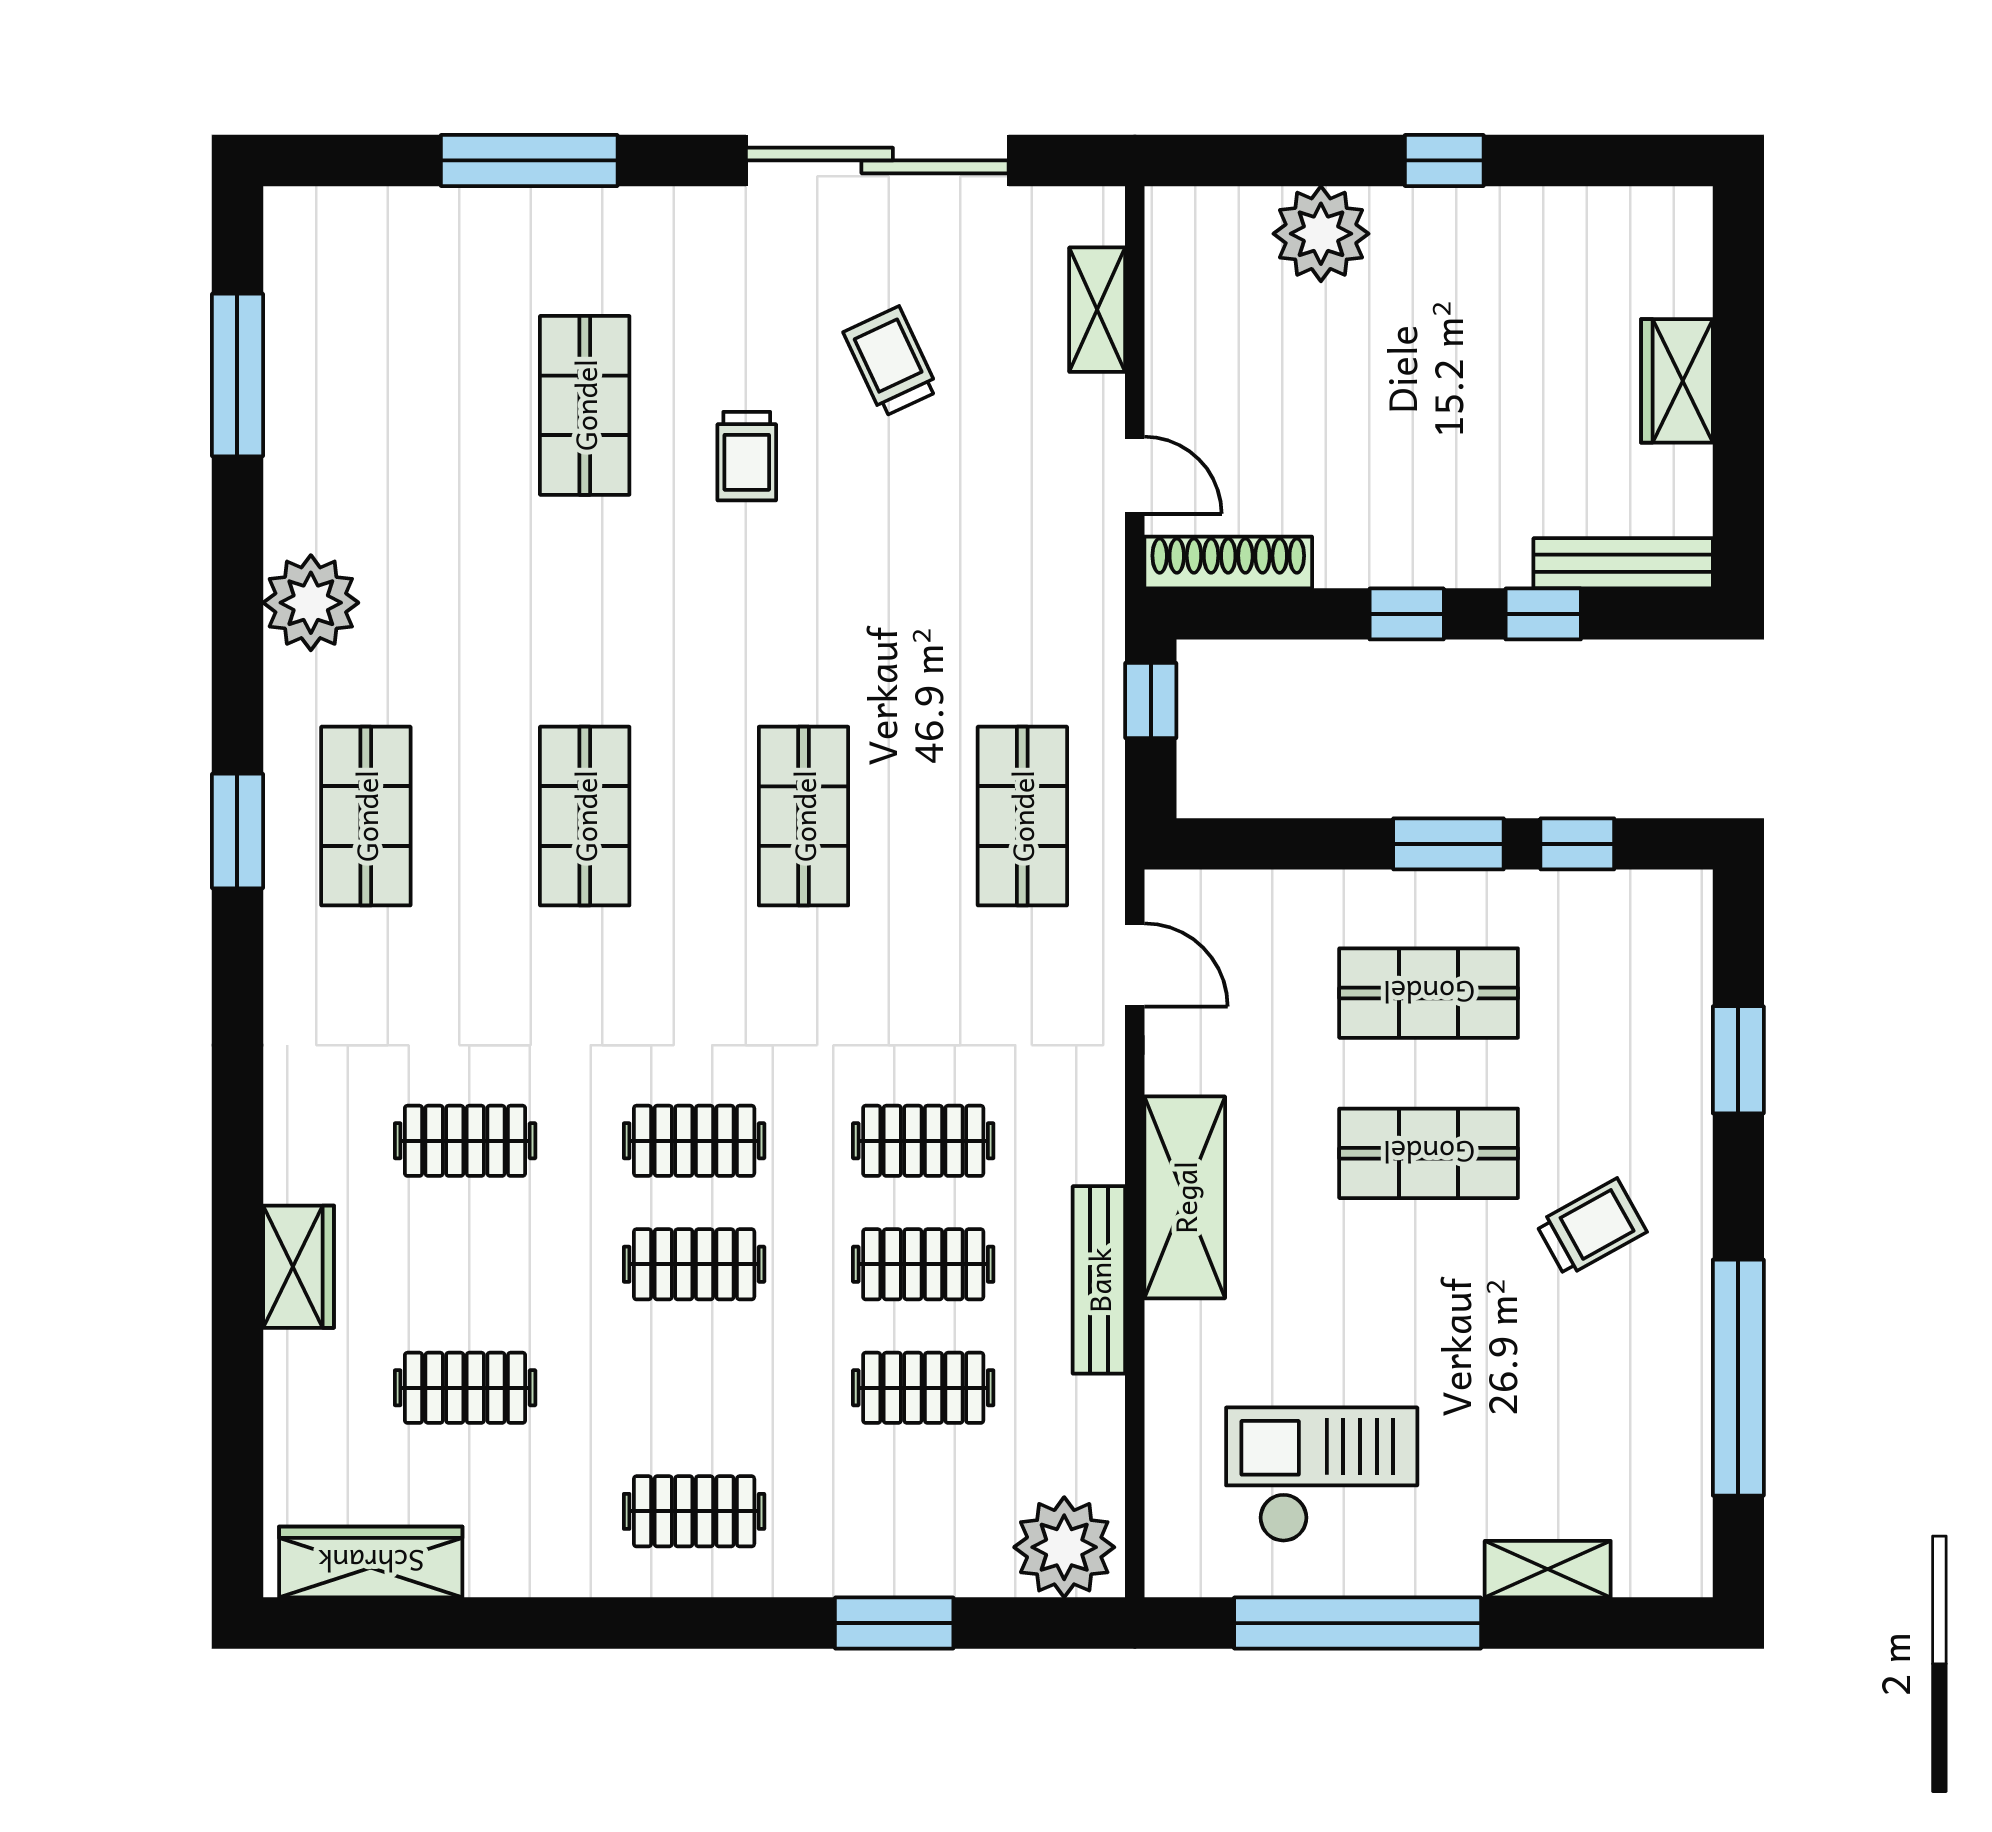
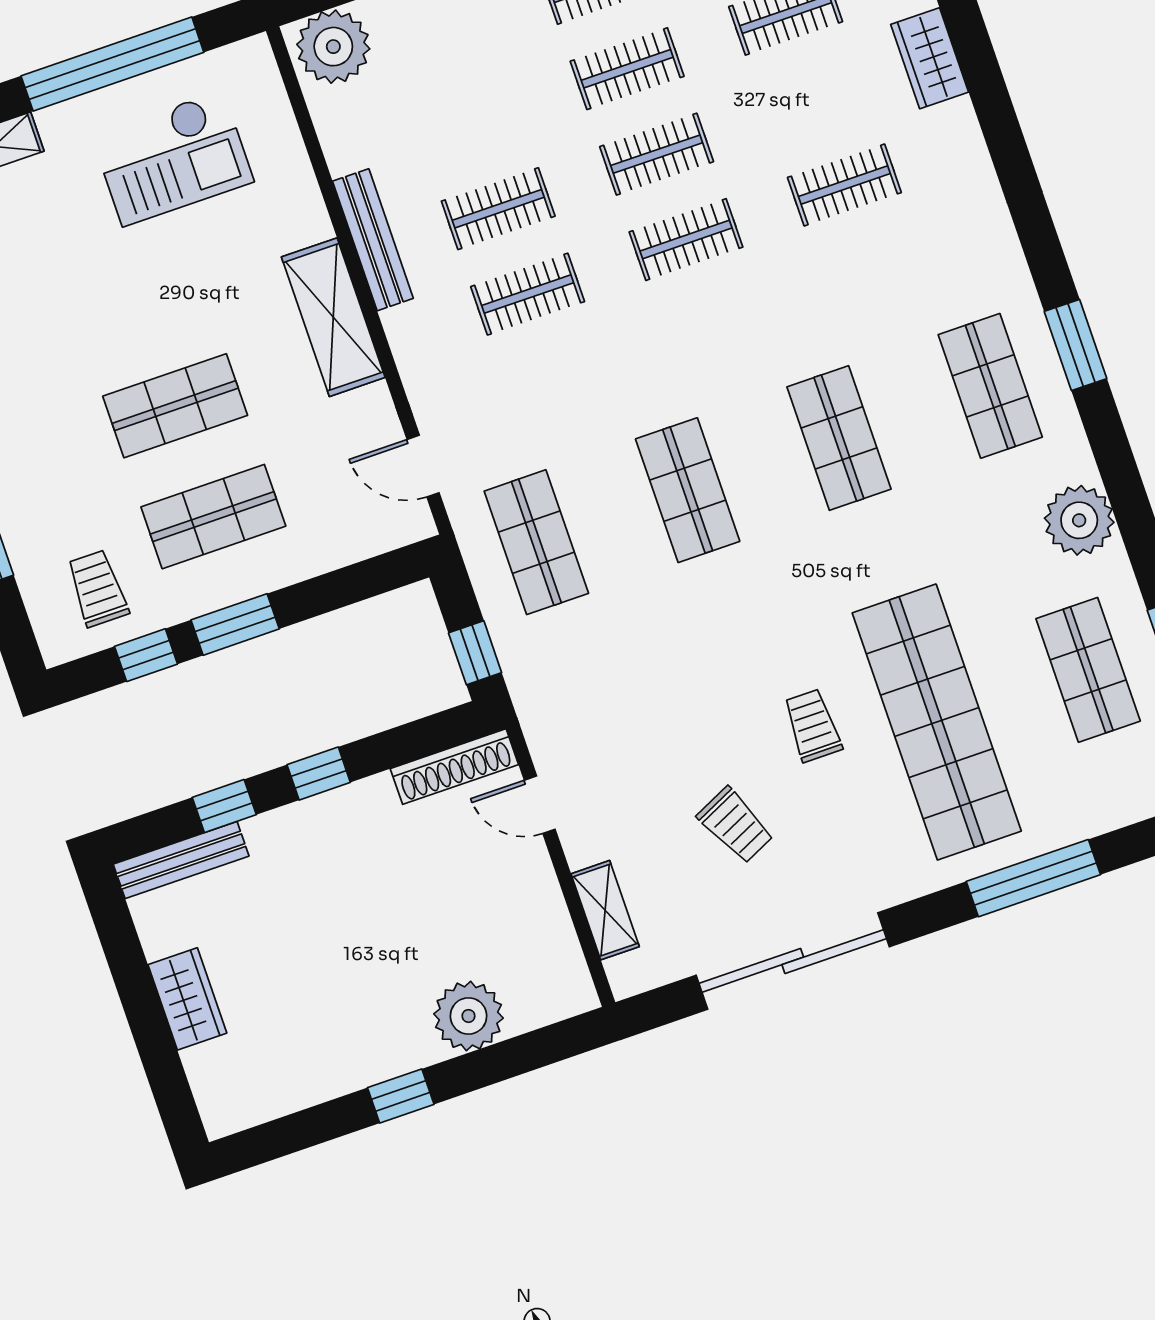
shop shelf: (366, 405) -> (1088, 670), added
shop shelf: (585, 405) -> (937, 722), width x2.00, depth x1.36
trolley: (1591, 1228) -> (98, 588), moved, turned 119
clothes rail: (923, 1388) -> (627, 69), moved

